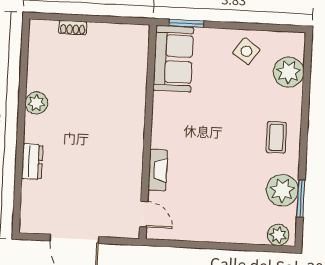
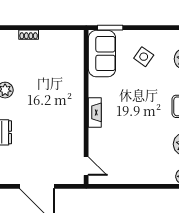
side table: (246, 51) -> (144, 57), moved
fireplace: (158, 170) -> (95, 112), moved

